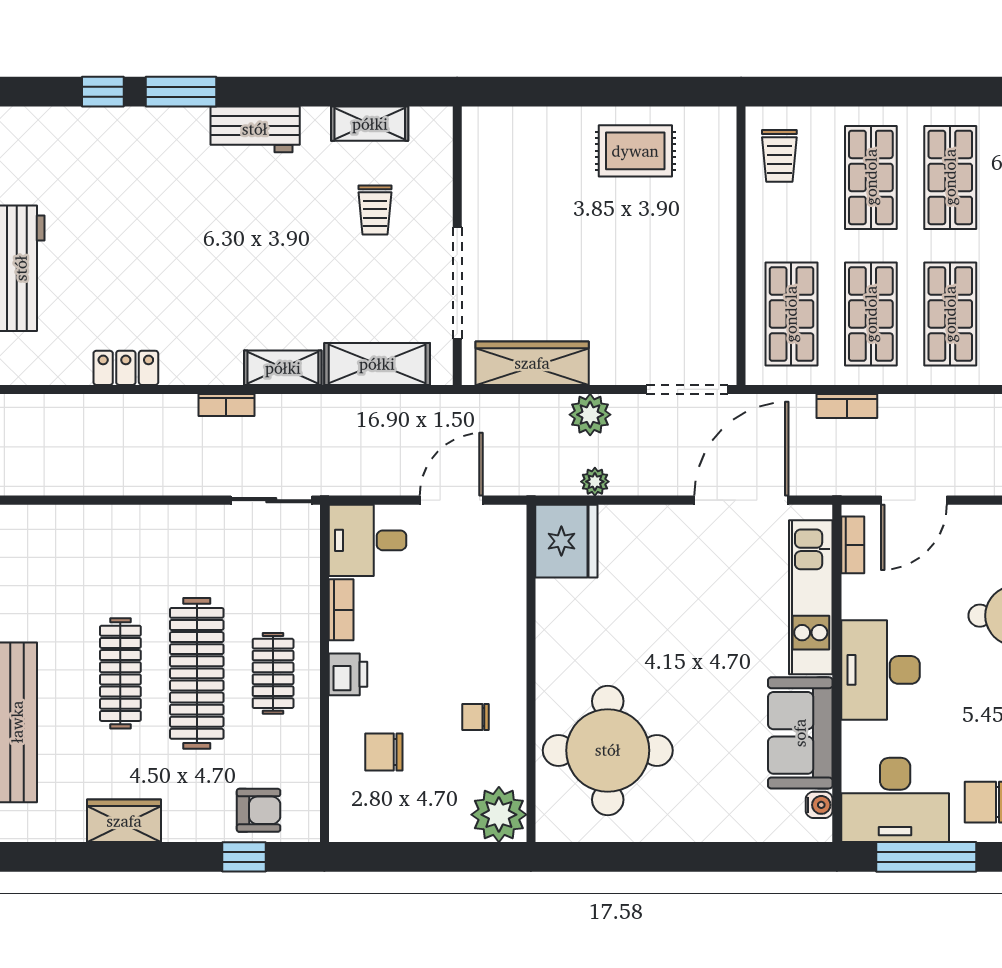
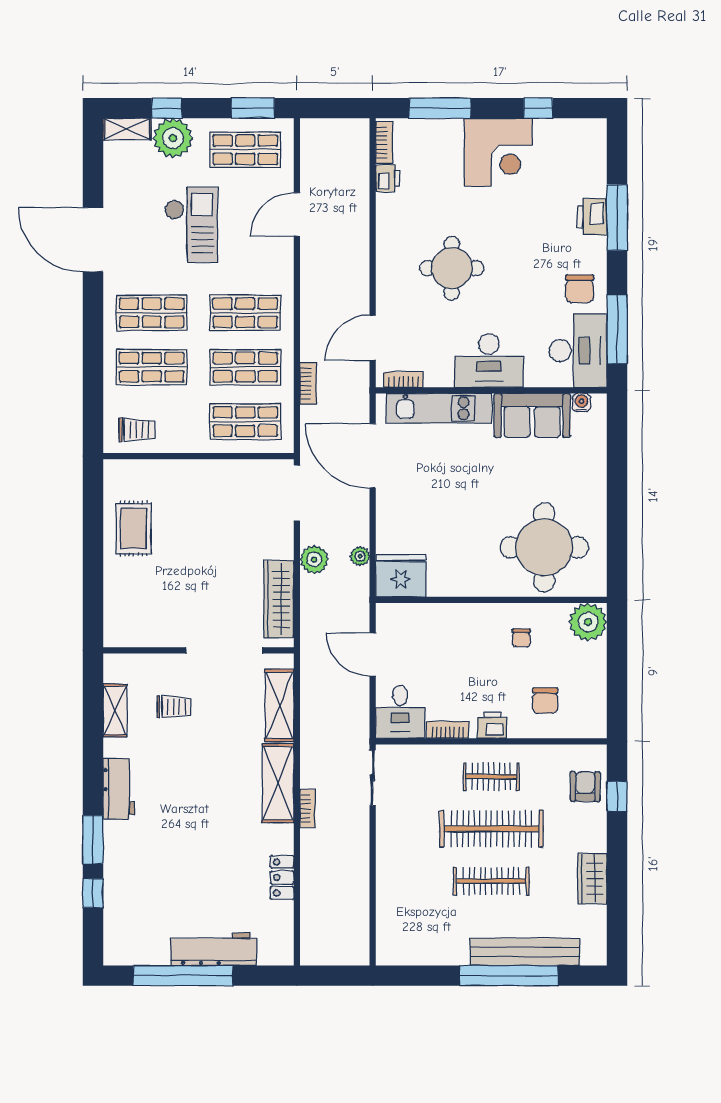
shelving: (283, 368) -> (278, 783), width x1.50, depth x1.33
door: (914, 500) -> (373, 338), swing flipped

